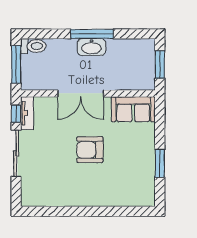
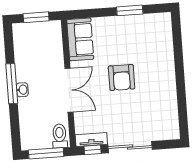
toilet: (33, 46) -> (60, 136), moved
washbasin: (92, 47) -> (22, 90), width x0.52, depth x0.69

